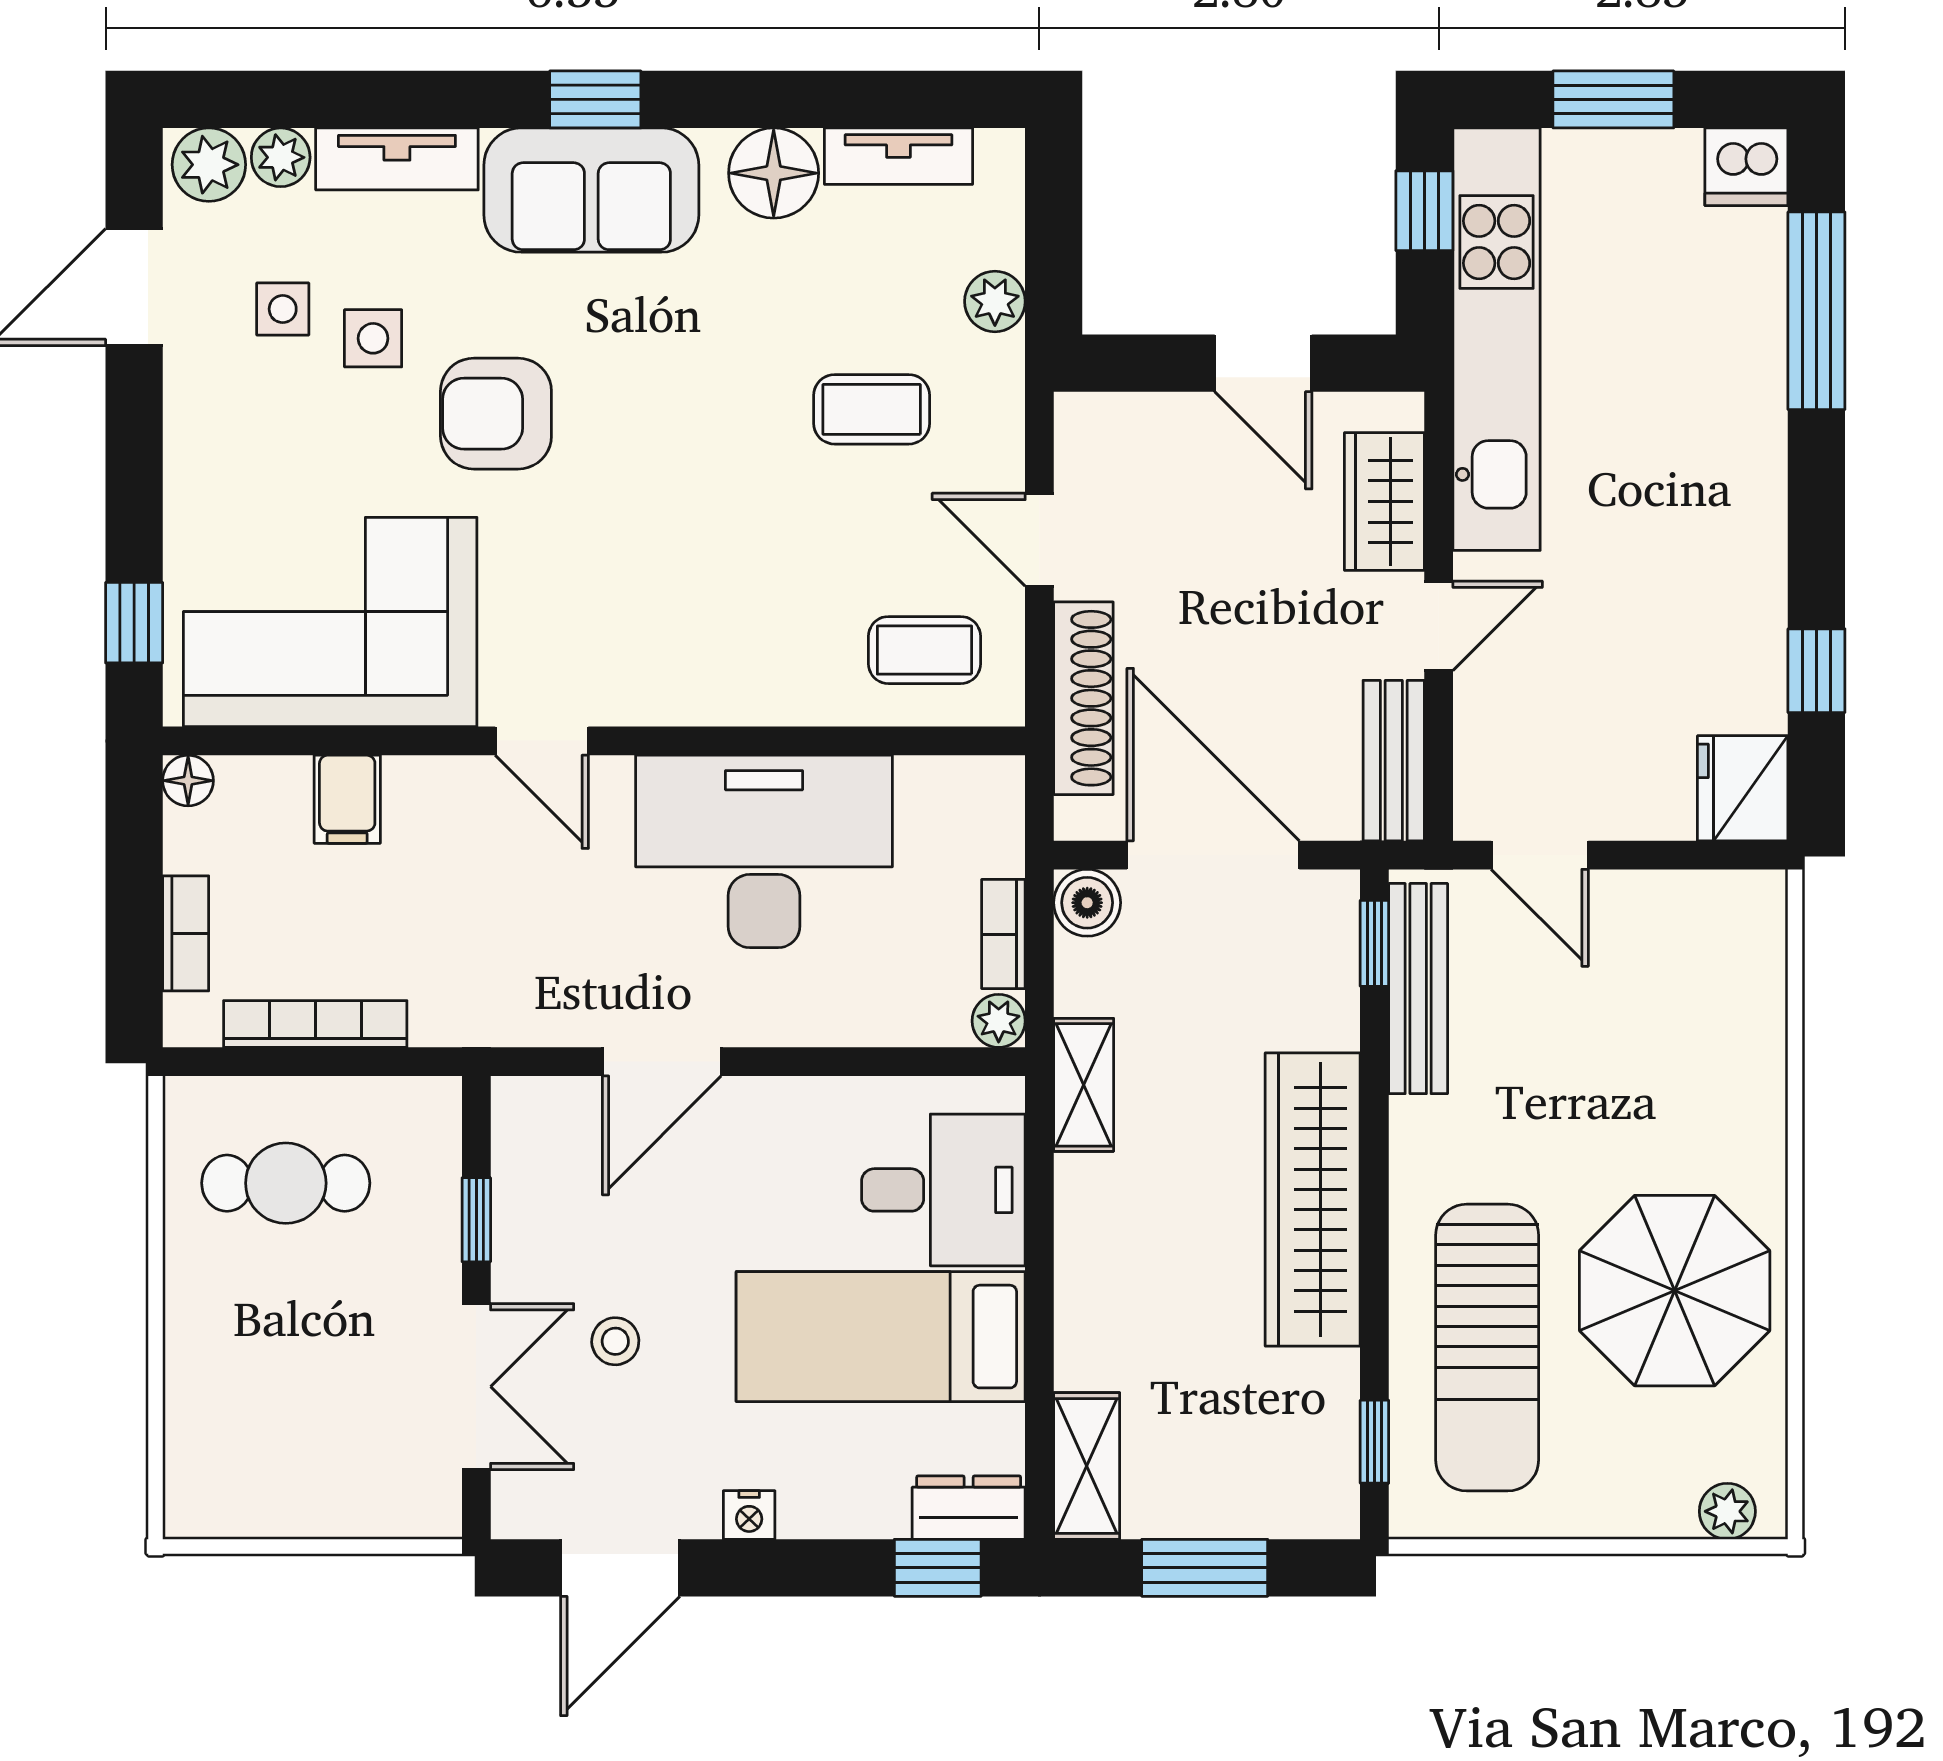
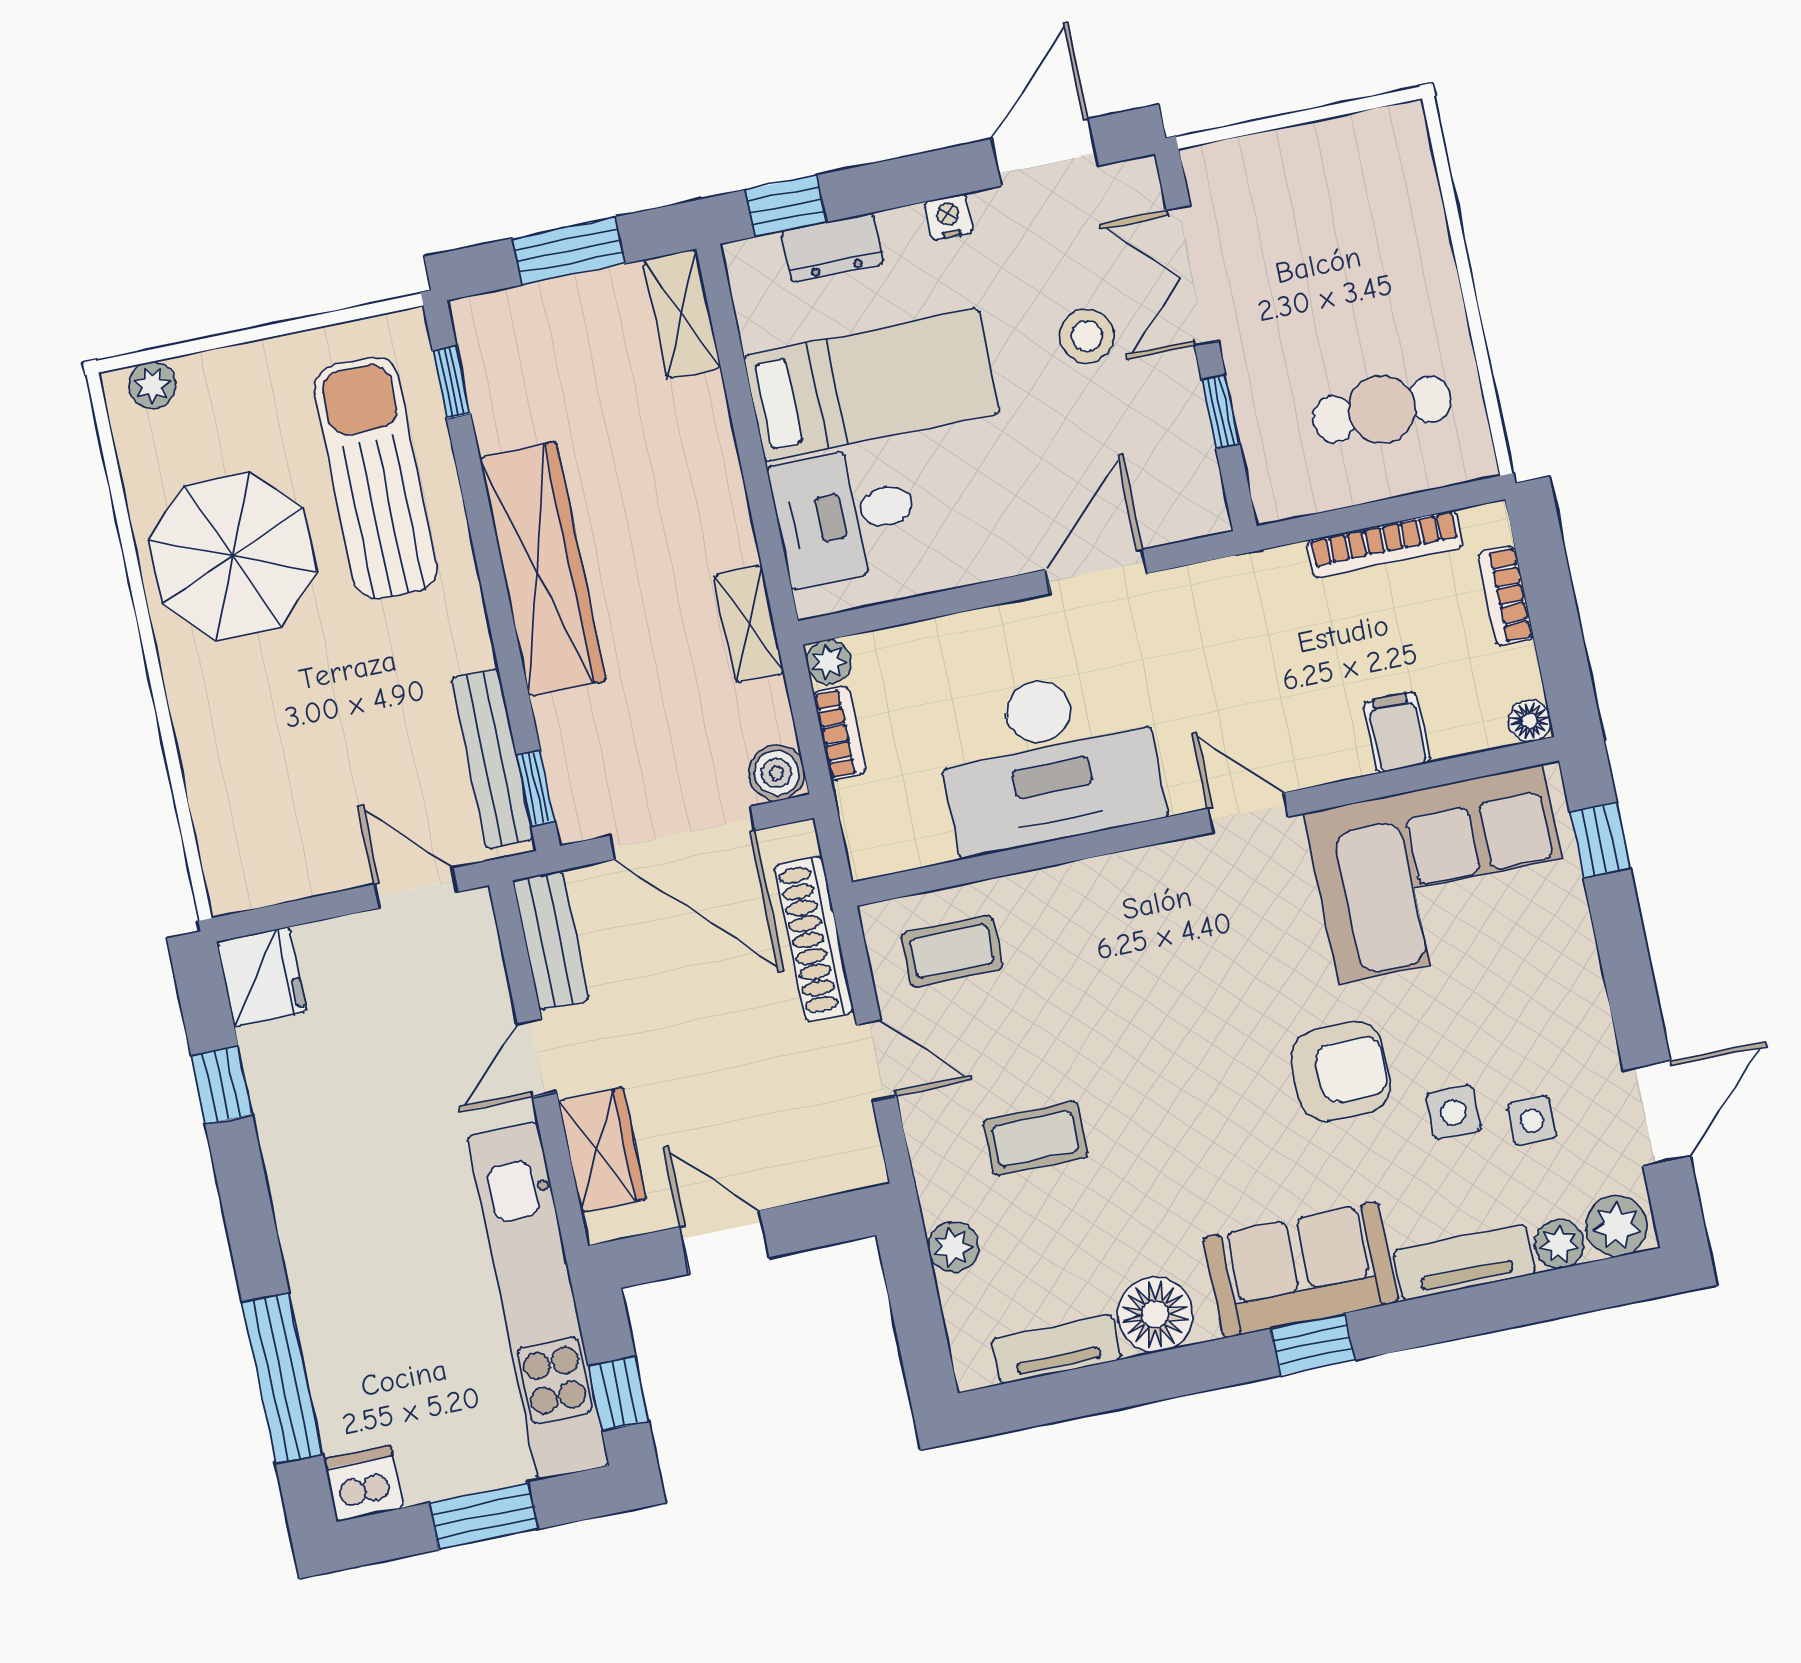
stool: (615, 1341) -> (1087, 336), width x1.37, depth x1.37
dresser: (969, 1508) -> (833, 247), moved

